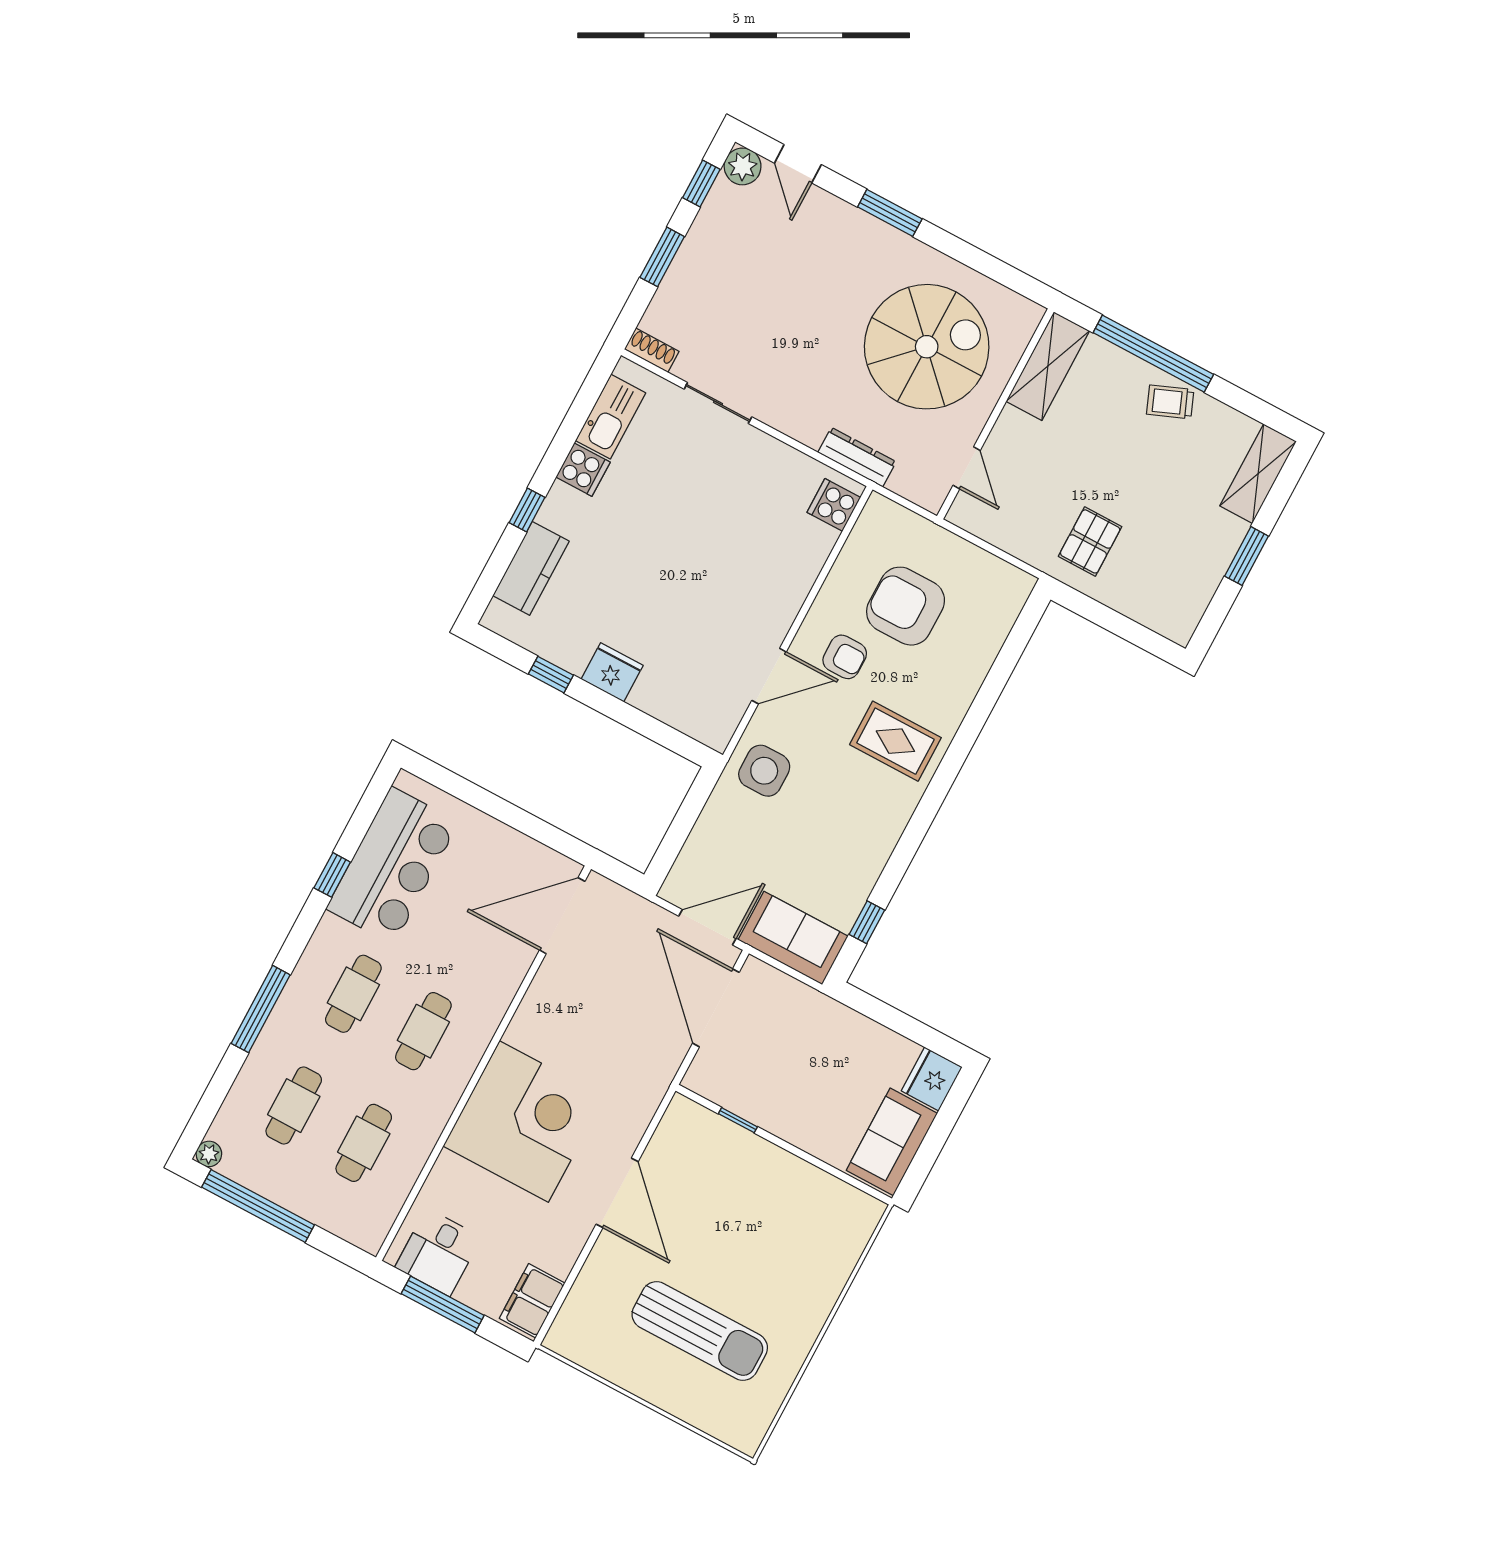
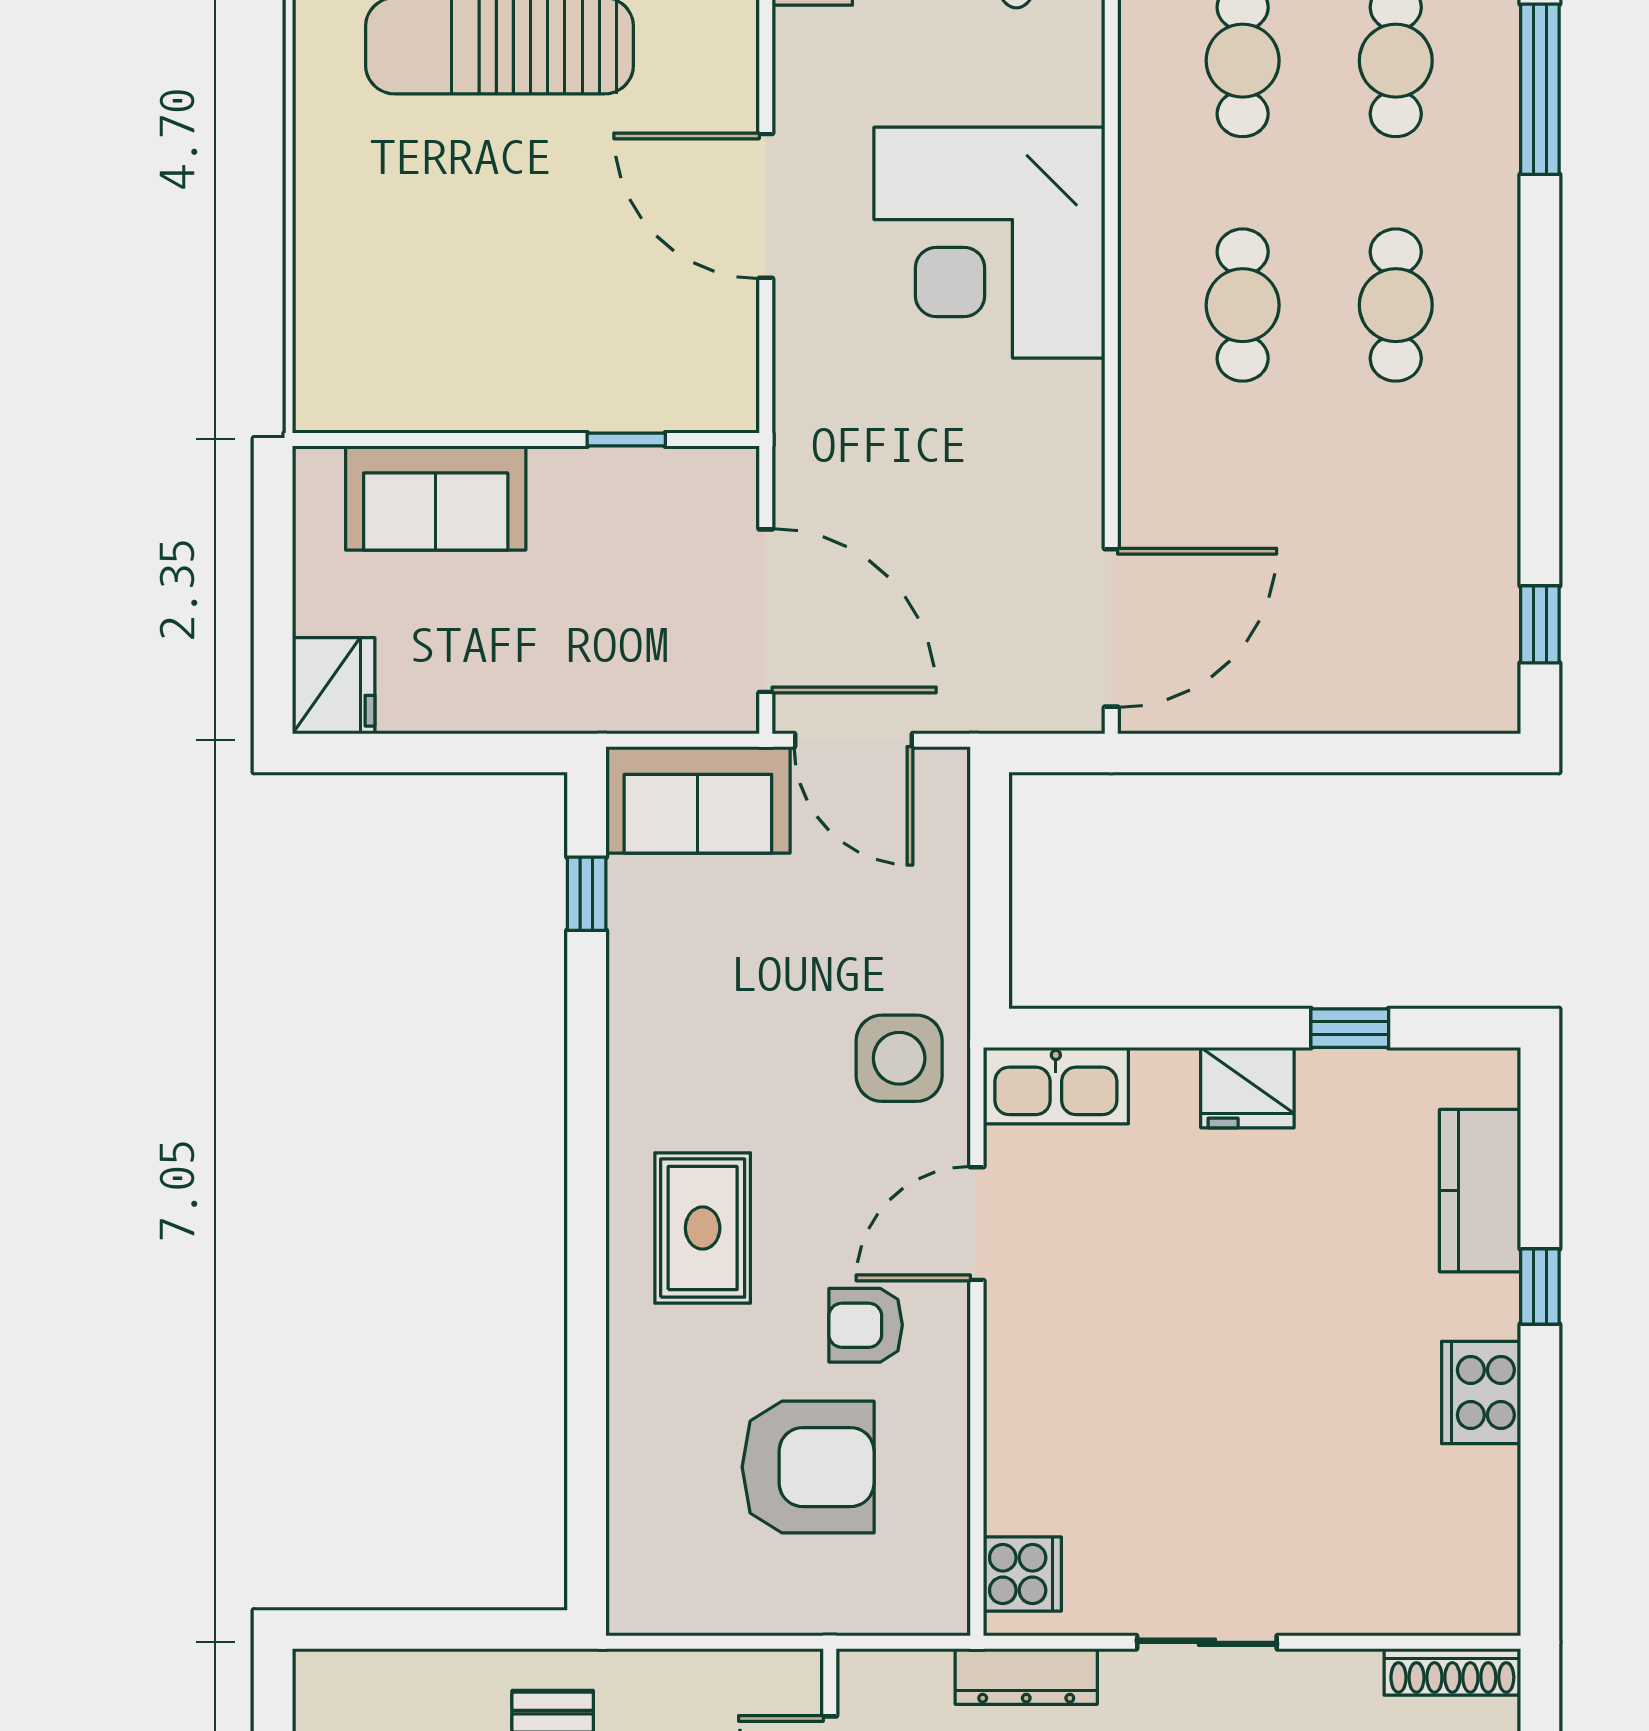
shoe rack: (652, 350) -> (1452, 1672), width x1.43
sliding door: (718, 403) -> (1207, 1642), moved
kitchen sink: (611, 417) -> (1056, 1086), moved, turned -90
cooker: (583, 470) -> (1481, 1392), width x1.36
rug: (895, 741) -> (703, 1228), turned 90
bar counter: (392, 866) -> (1446, 559), removed
window: (332, 875) -> (1540, 624), moved
door: (707, 927) -> (854, 740), hinge flipped
window: (261, 1009) -> (1540, 89), moved
sofa: (892, 1142) -> (436, 498), moved, turned 90

